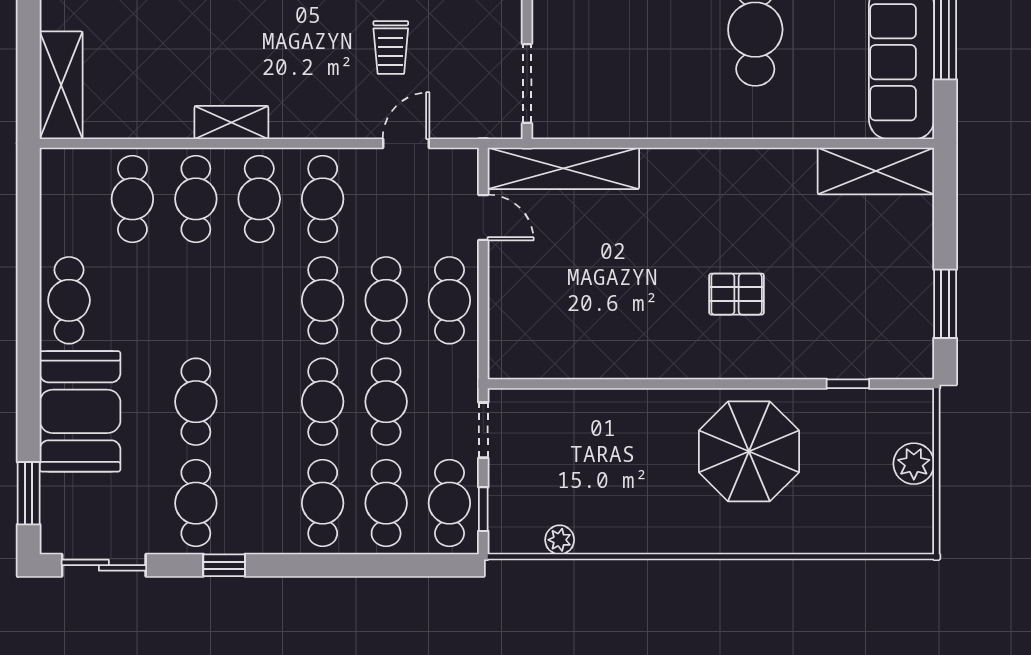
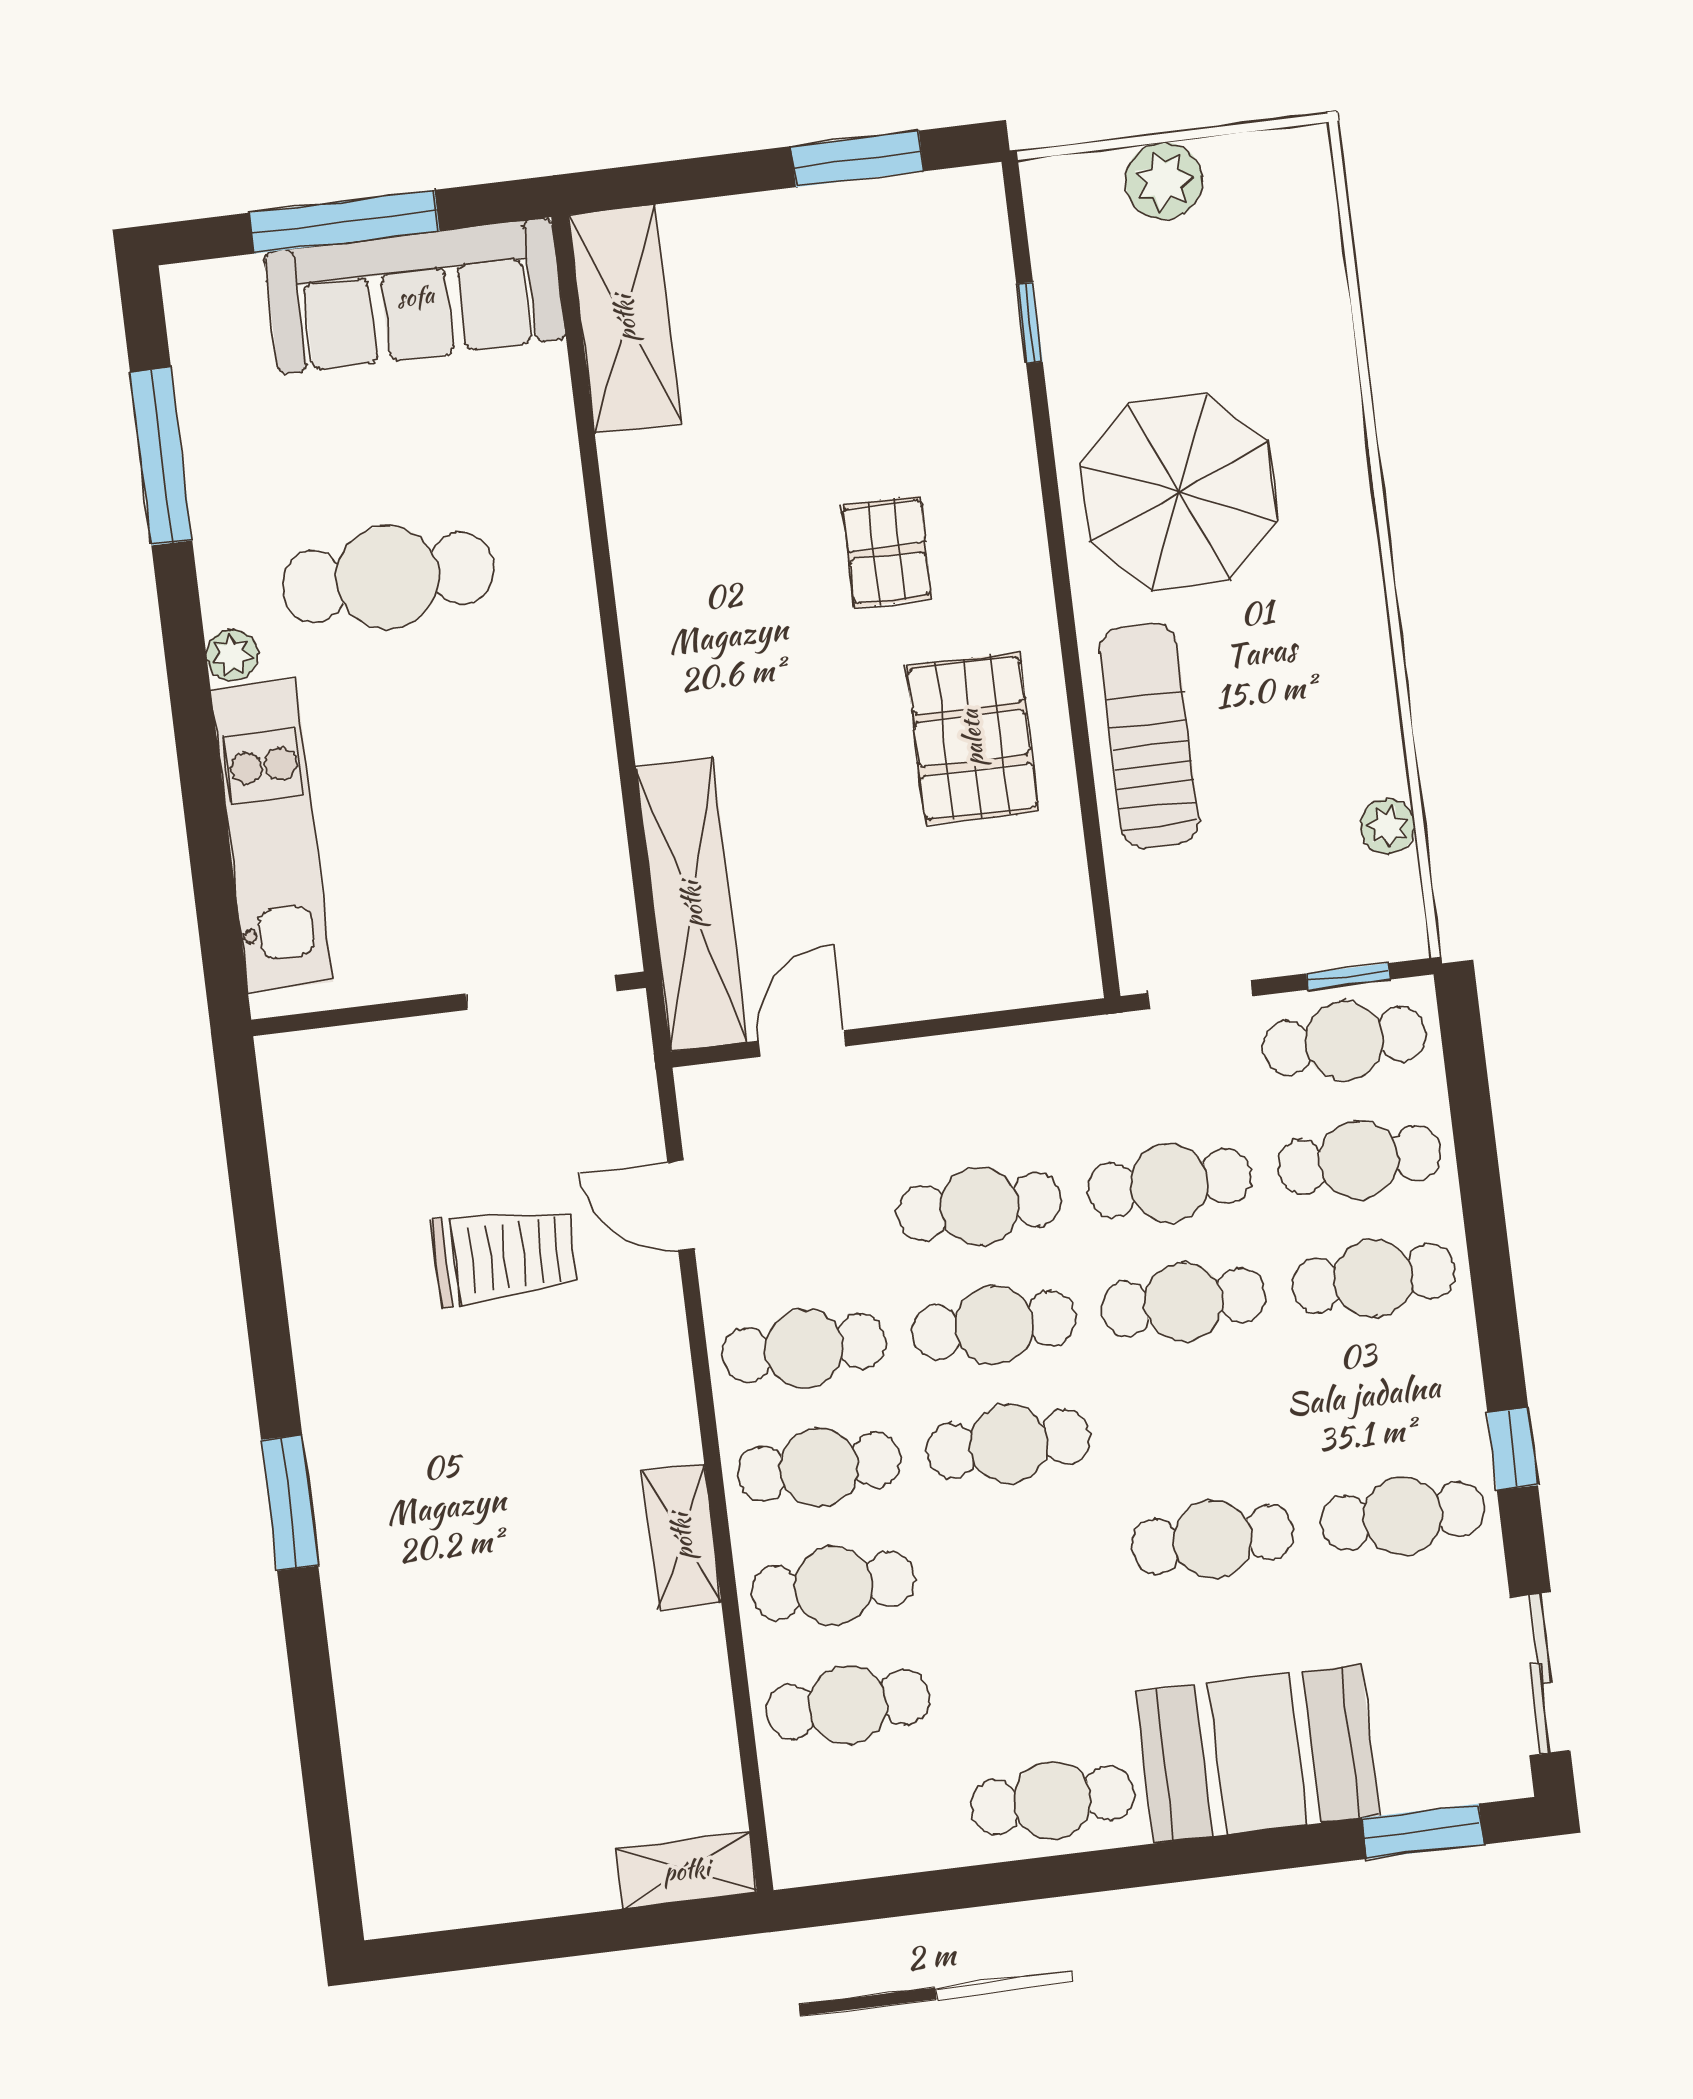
trolley: (391, 47) -> (505, 1256), width x1.36, depth x1.39
shelving: (61, 85) -> (686, 1870), width x0.67, depth x0.75
cafe table: (449, 300) -> (1009, 1444), moved
pallet: (633, 327) -> (972, 738), added
sun lounger: (623, 420) -> (1149, 736), added

